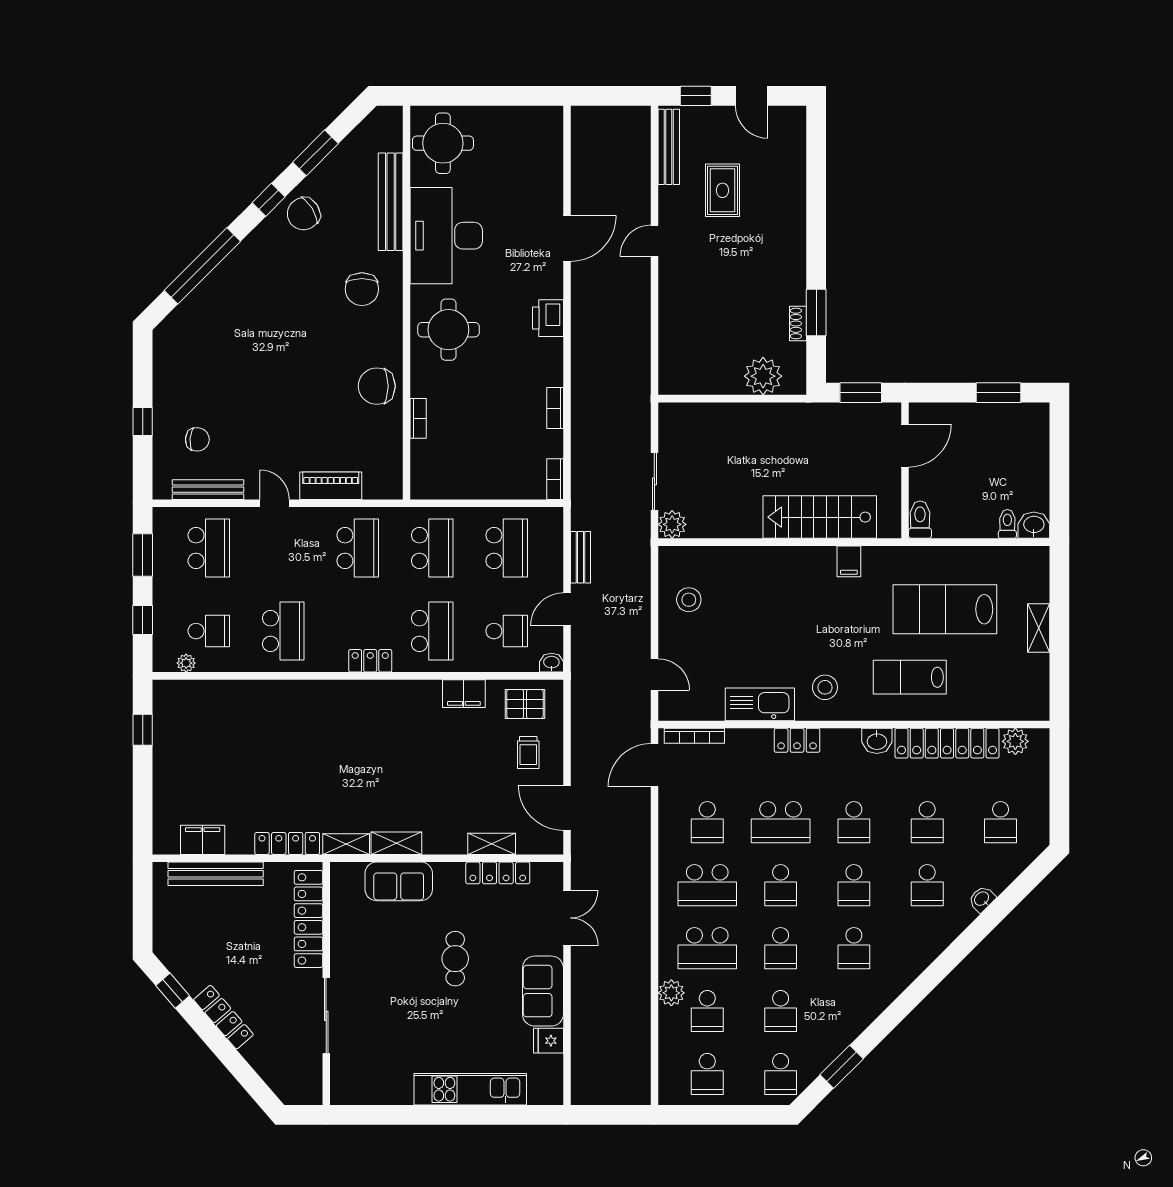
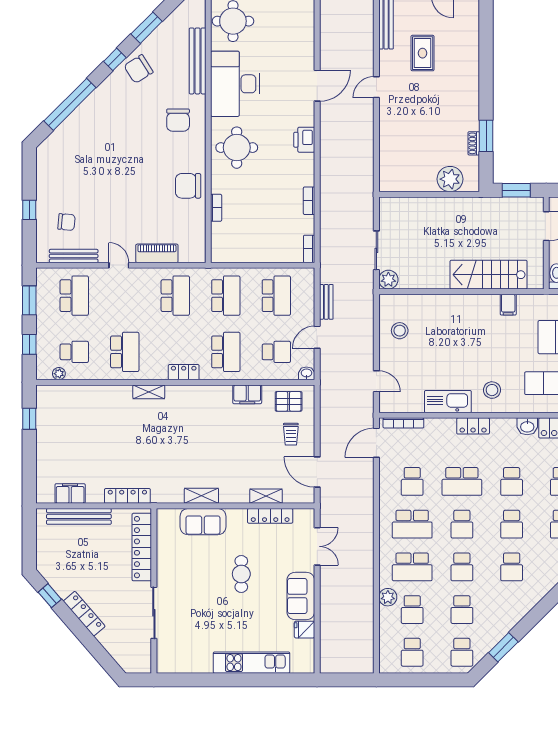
shelving: (346, 844) -> (149, 392), moved

